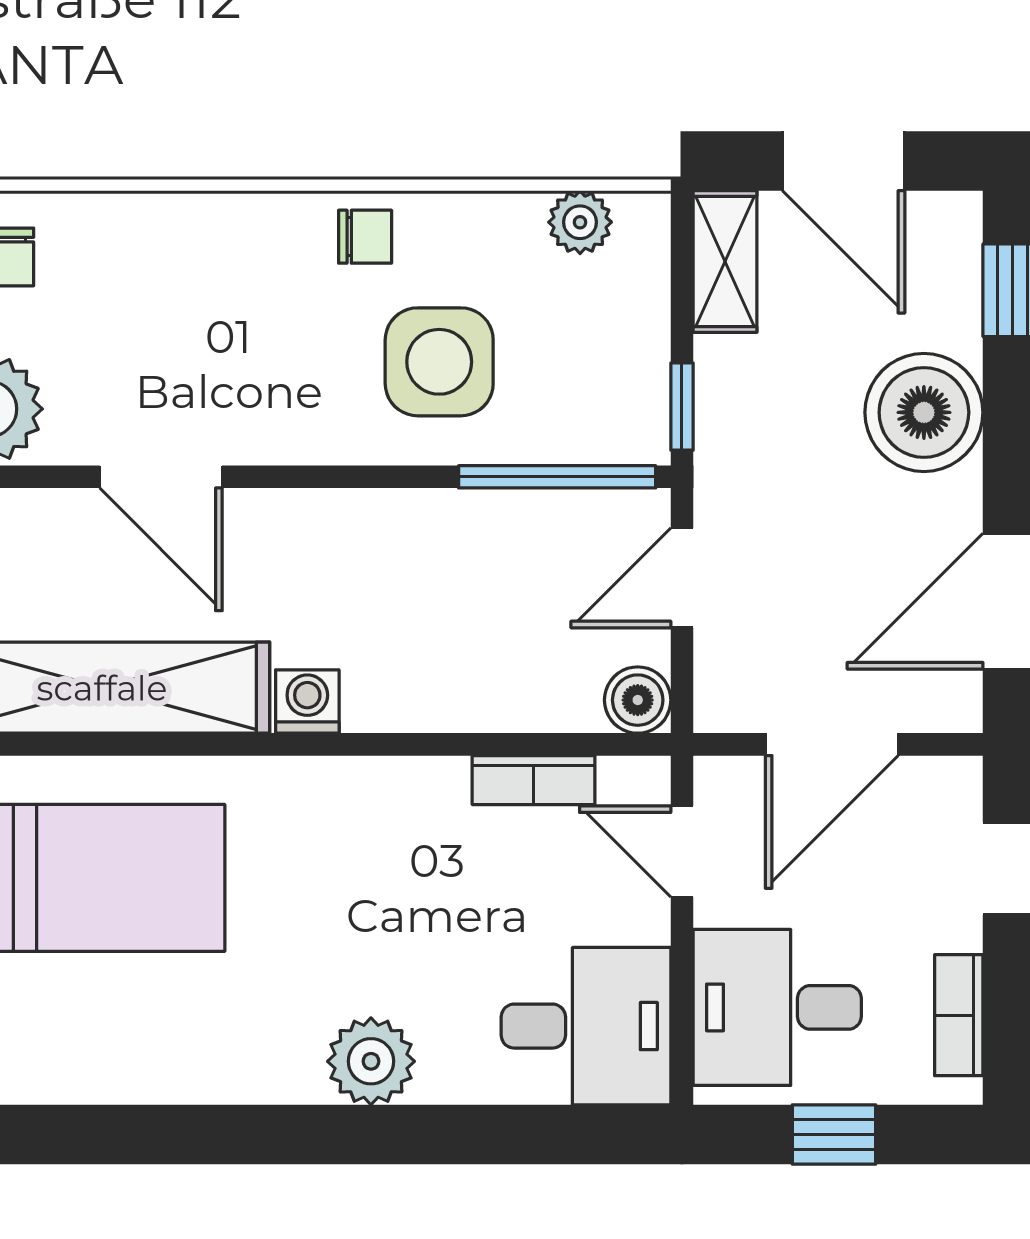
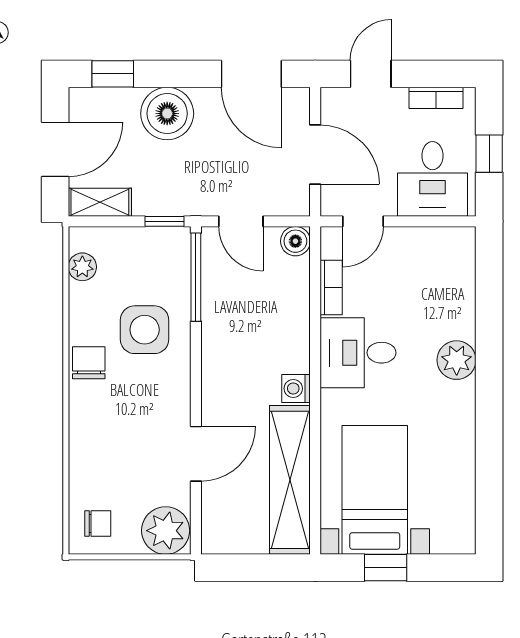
chair: (365, 237) -> (89, 363), width x1.37, depth x1.37
desk: (586, 1026) -> (358, 353), moved, turned -90

